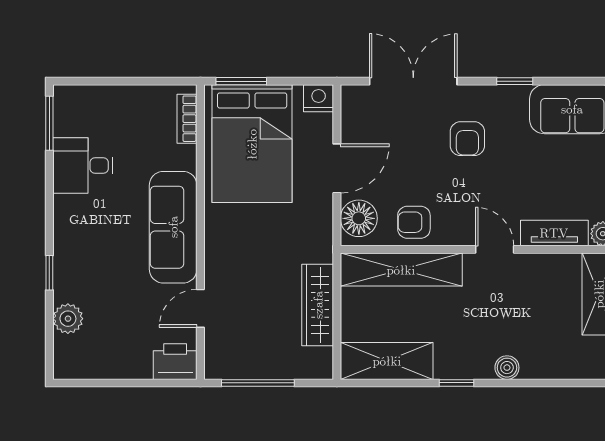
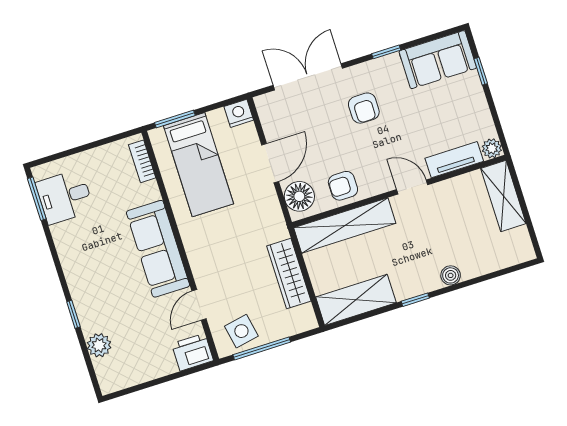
bed: (252, 144) -> (199, 165), width x0.67
desk: (83, 165) -> (65, 197), moved
side table: (241, 355) -> (241, 331), added

